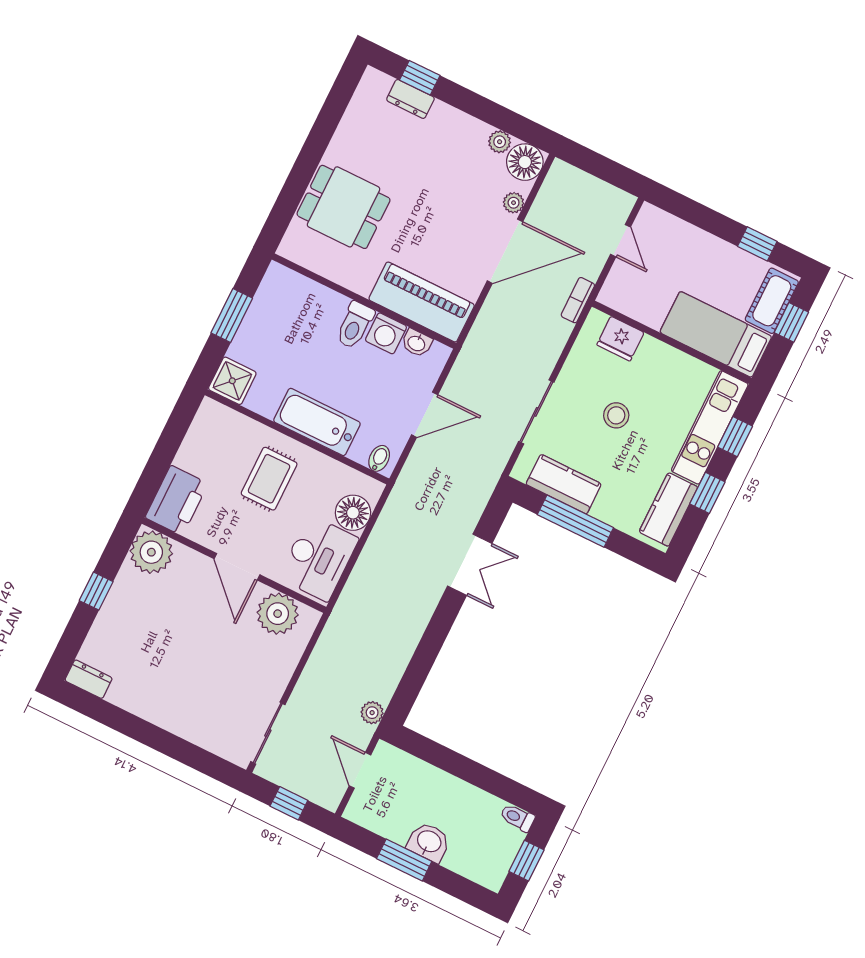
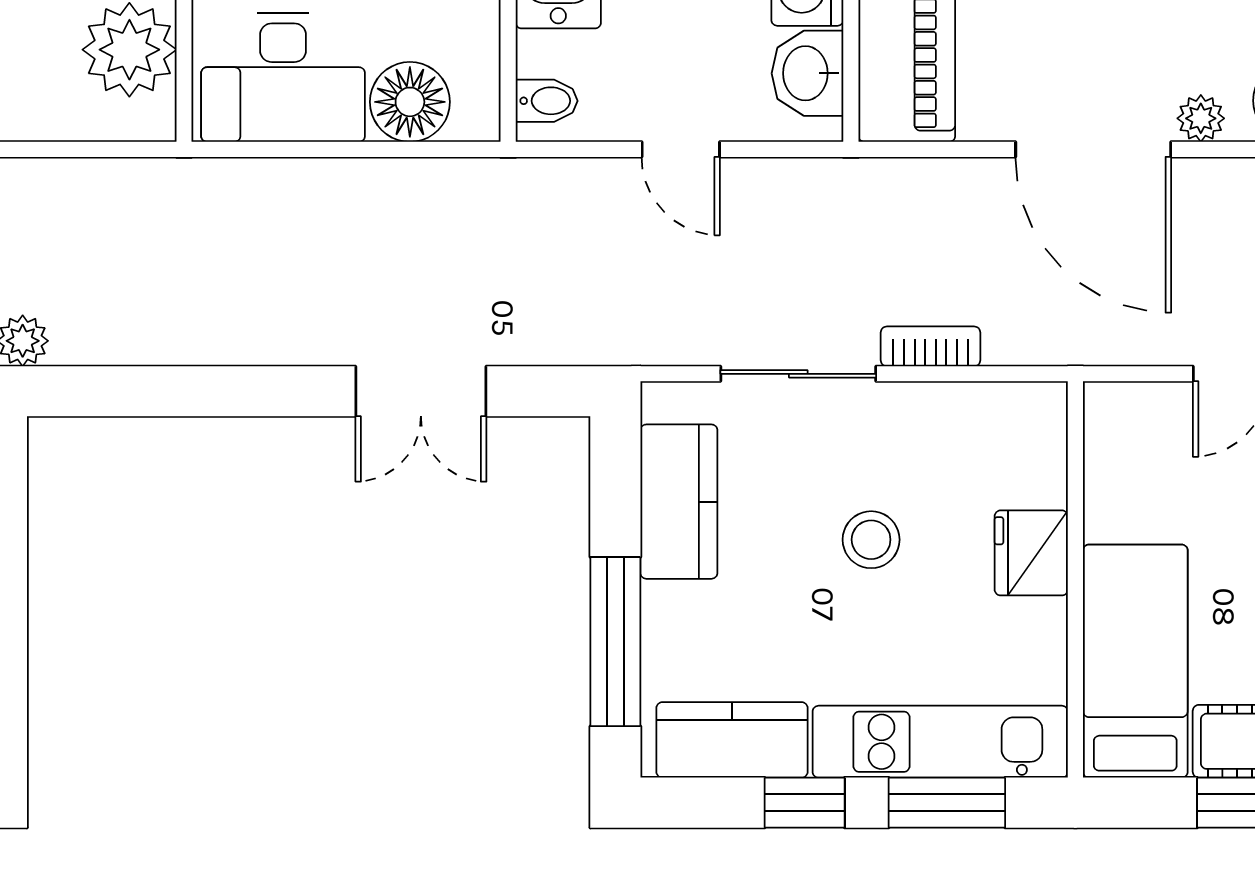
bookcase: (578, 300) -> (931, 346), moved
fridge: (620, 339) -> (1031, 553), moved
washbasin: (417, 343) -> (808, 73), width x1.38, depth x1.45
door: (425, 415) -> (681, 149), width x0.73
window: (735, 437) -> (947, 803), width x1.50
window: (575, 521) -> (615, 642), moved

